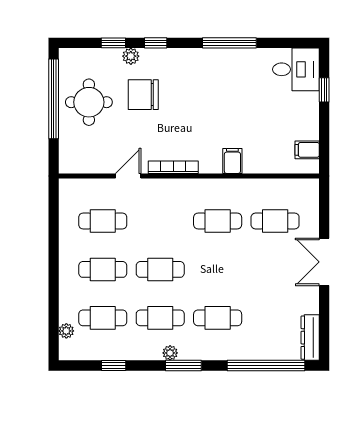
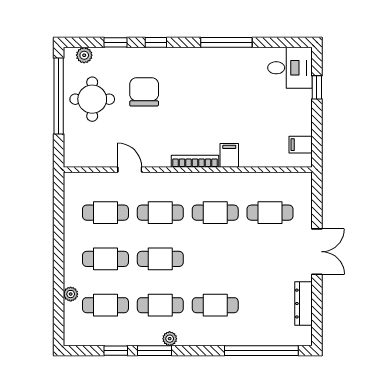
plant: (131, 56) -> (84, 55), moved
chair: (143, 95) -> (144, 92), turned 90
bookcase: (173, 167) -> (195, 161), moved
door: (128, 176) -> (130, 170), hinge flipped
cafe table: (160, 221) -> (160, 213), added
double door: (324, 262) -> (317, 252), swing flipped
plant: (66, 331) -> (71, 294), moved
dresser: (310, 338) -> (304, 304), moved
window: (183, 365) -> (154, 351), moved

